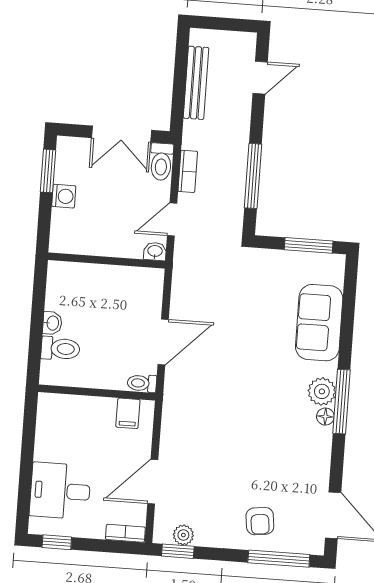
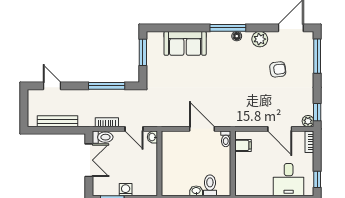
plant: (322, 391) -> (260, 39), moved
armchair: (260, 521) -> (278, 69), moved
plant: (183, 535) -> (308, 121), moved

